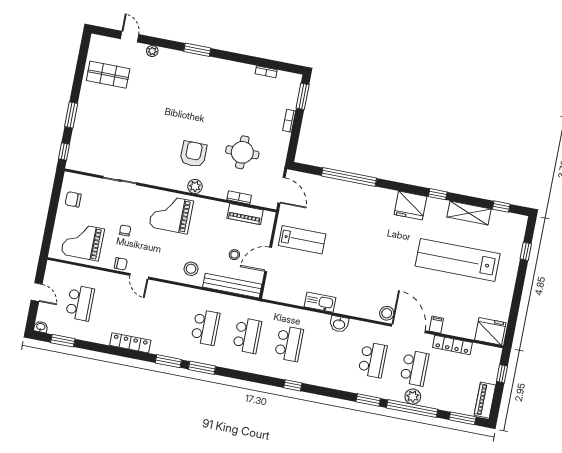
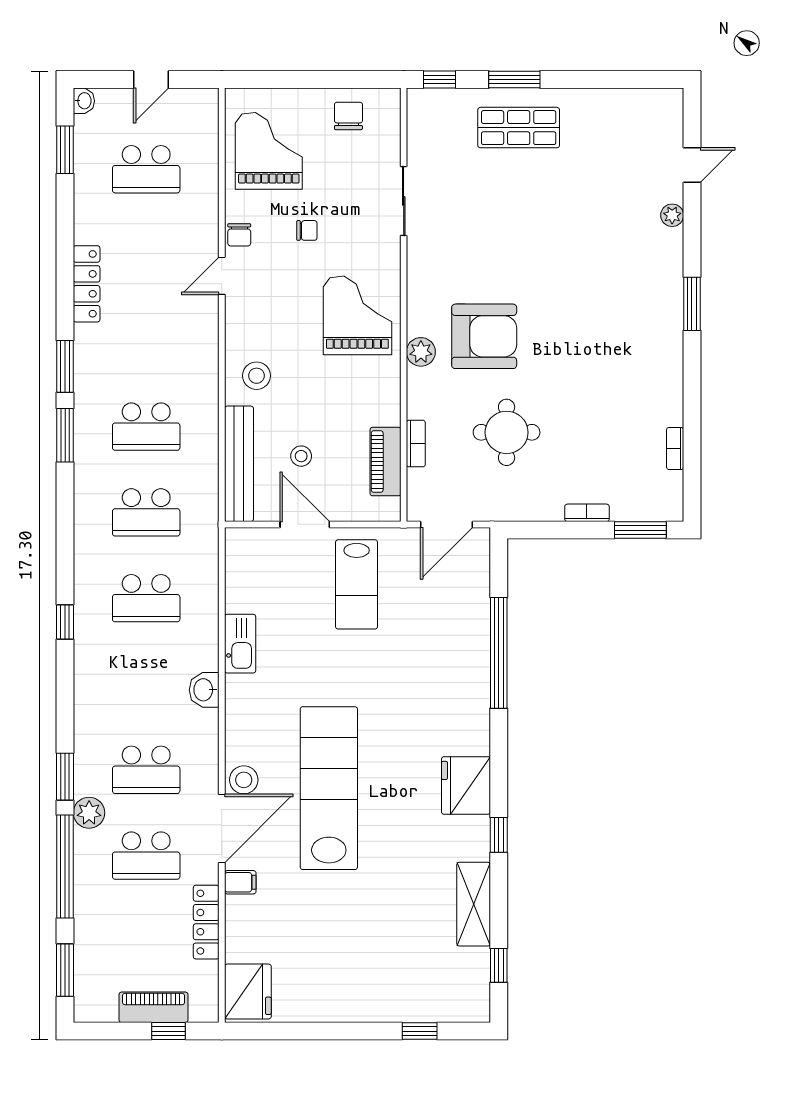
shop shelf: (108, 75) -> (519, 128), moved, turned 90
armchair: (193, 154) -> (484, 336), width x1.36, depth x1.36
lab bench: (458, 260) -> (329, 788), moved
plant: (413, 397) -> (89, 813), moved
piano: (485, 400) -> (153, 1007), moved

